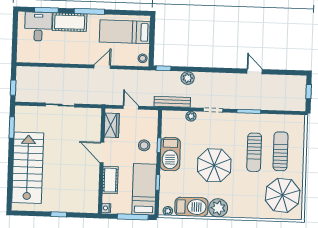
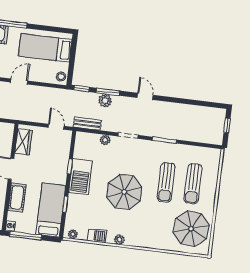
window: (190, 69) -> (108, 92), added
door: (255, 71) -> (145, 96), moved
bench: (172, 102) -> (87, 124), width x0.73
door: (131, 107) -> (56, 127), moved
stool: (144, 145) -> (55, 165), removed
sun lounger: (281, 151) -> (193, 184), turned 180
barbecue: (191, 207) -> (97, 236), width x0.53, depth x0.65
plant: (218, 208) -> (119, 240), width x0.53, depth x0.53
window: (133, 217) -> (26, 236), moved

